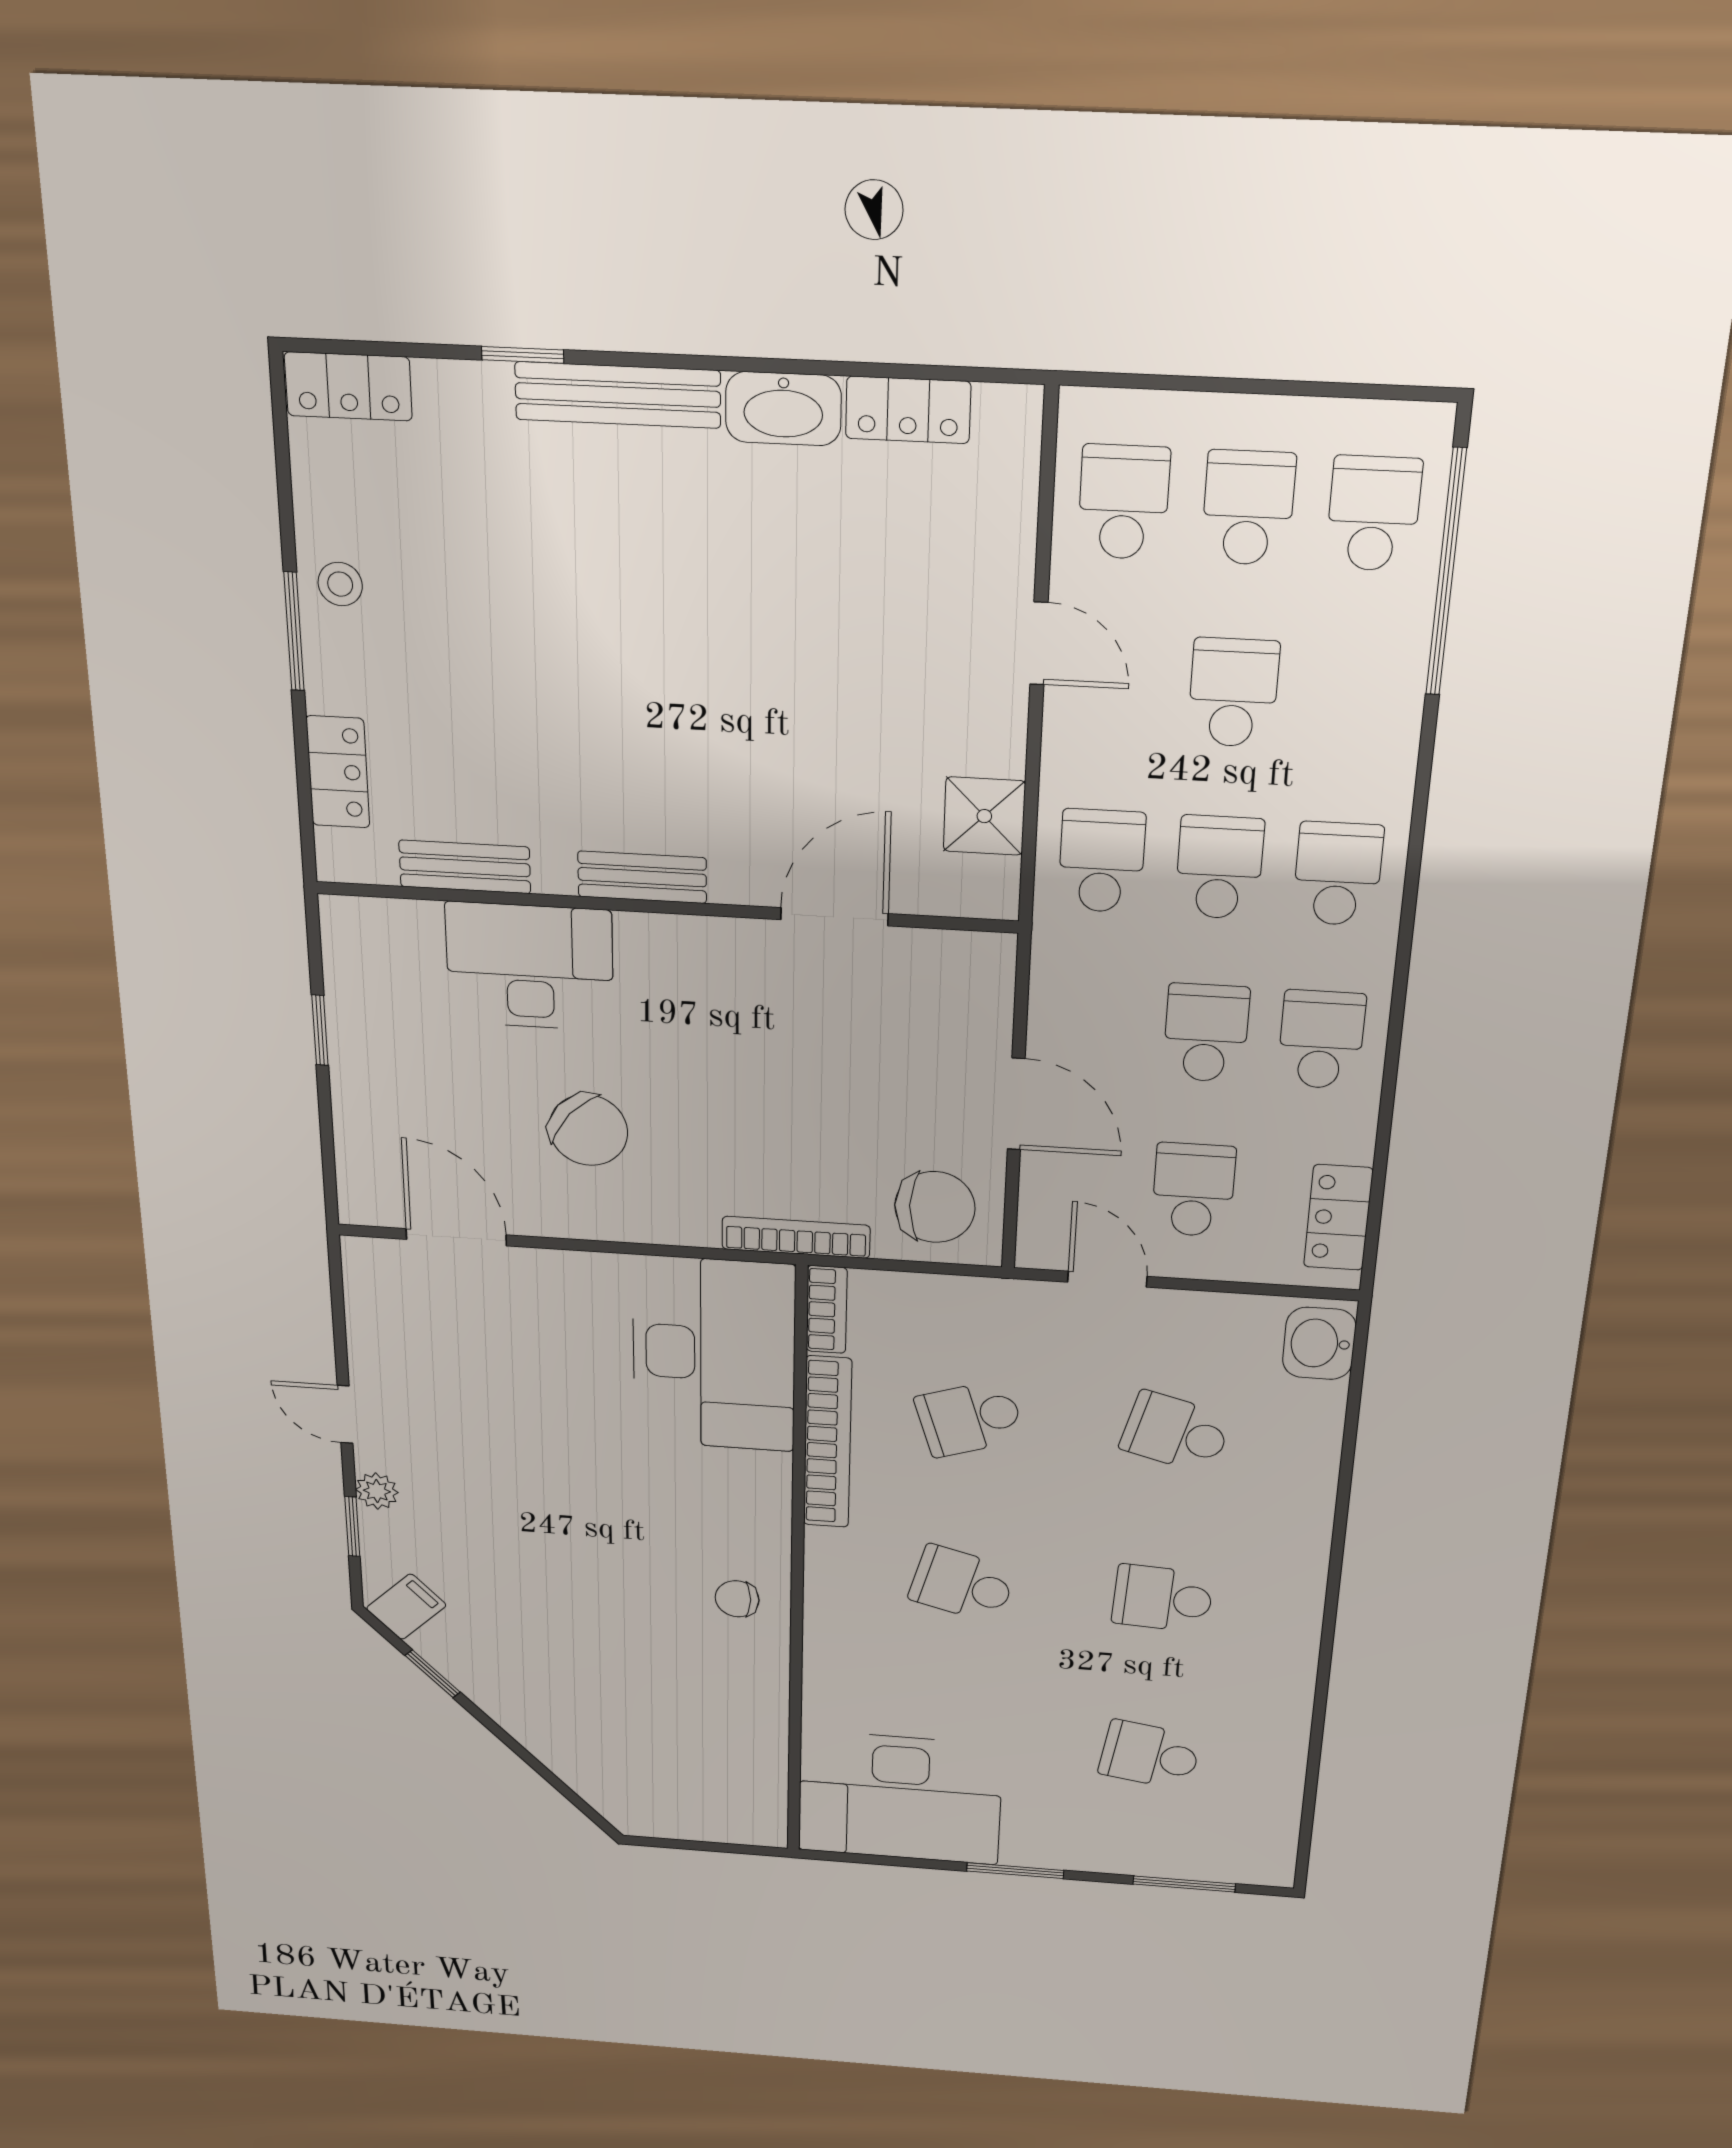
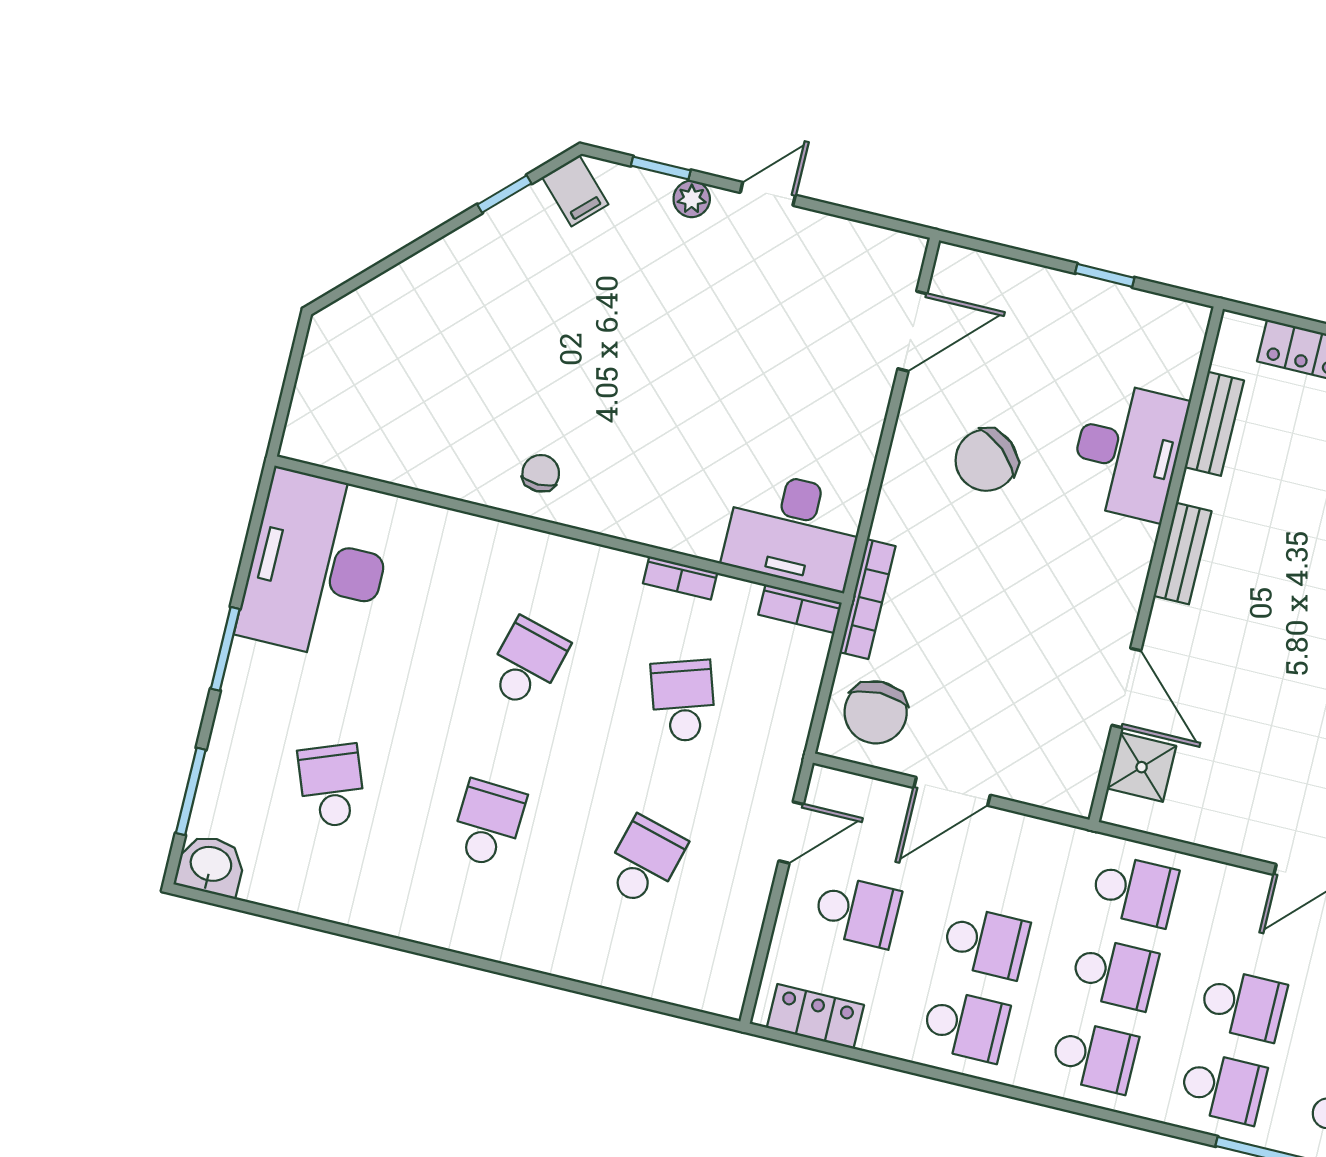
school desk: (1355, 699) -> (1223, 1088), added
shower: (984, 816) -> (1142, 767), moved
washbasin: (1319, 1343) -> (211, 865), moved
desk: (714, 1354) -> (794, 530), width x0.73, depth x0.77
bookcase: (827, 1442) -> (680, 578), width x0.43, depth x0.76
school desk: (1150, 1755) -> (332, 786), turned -30

